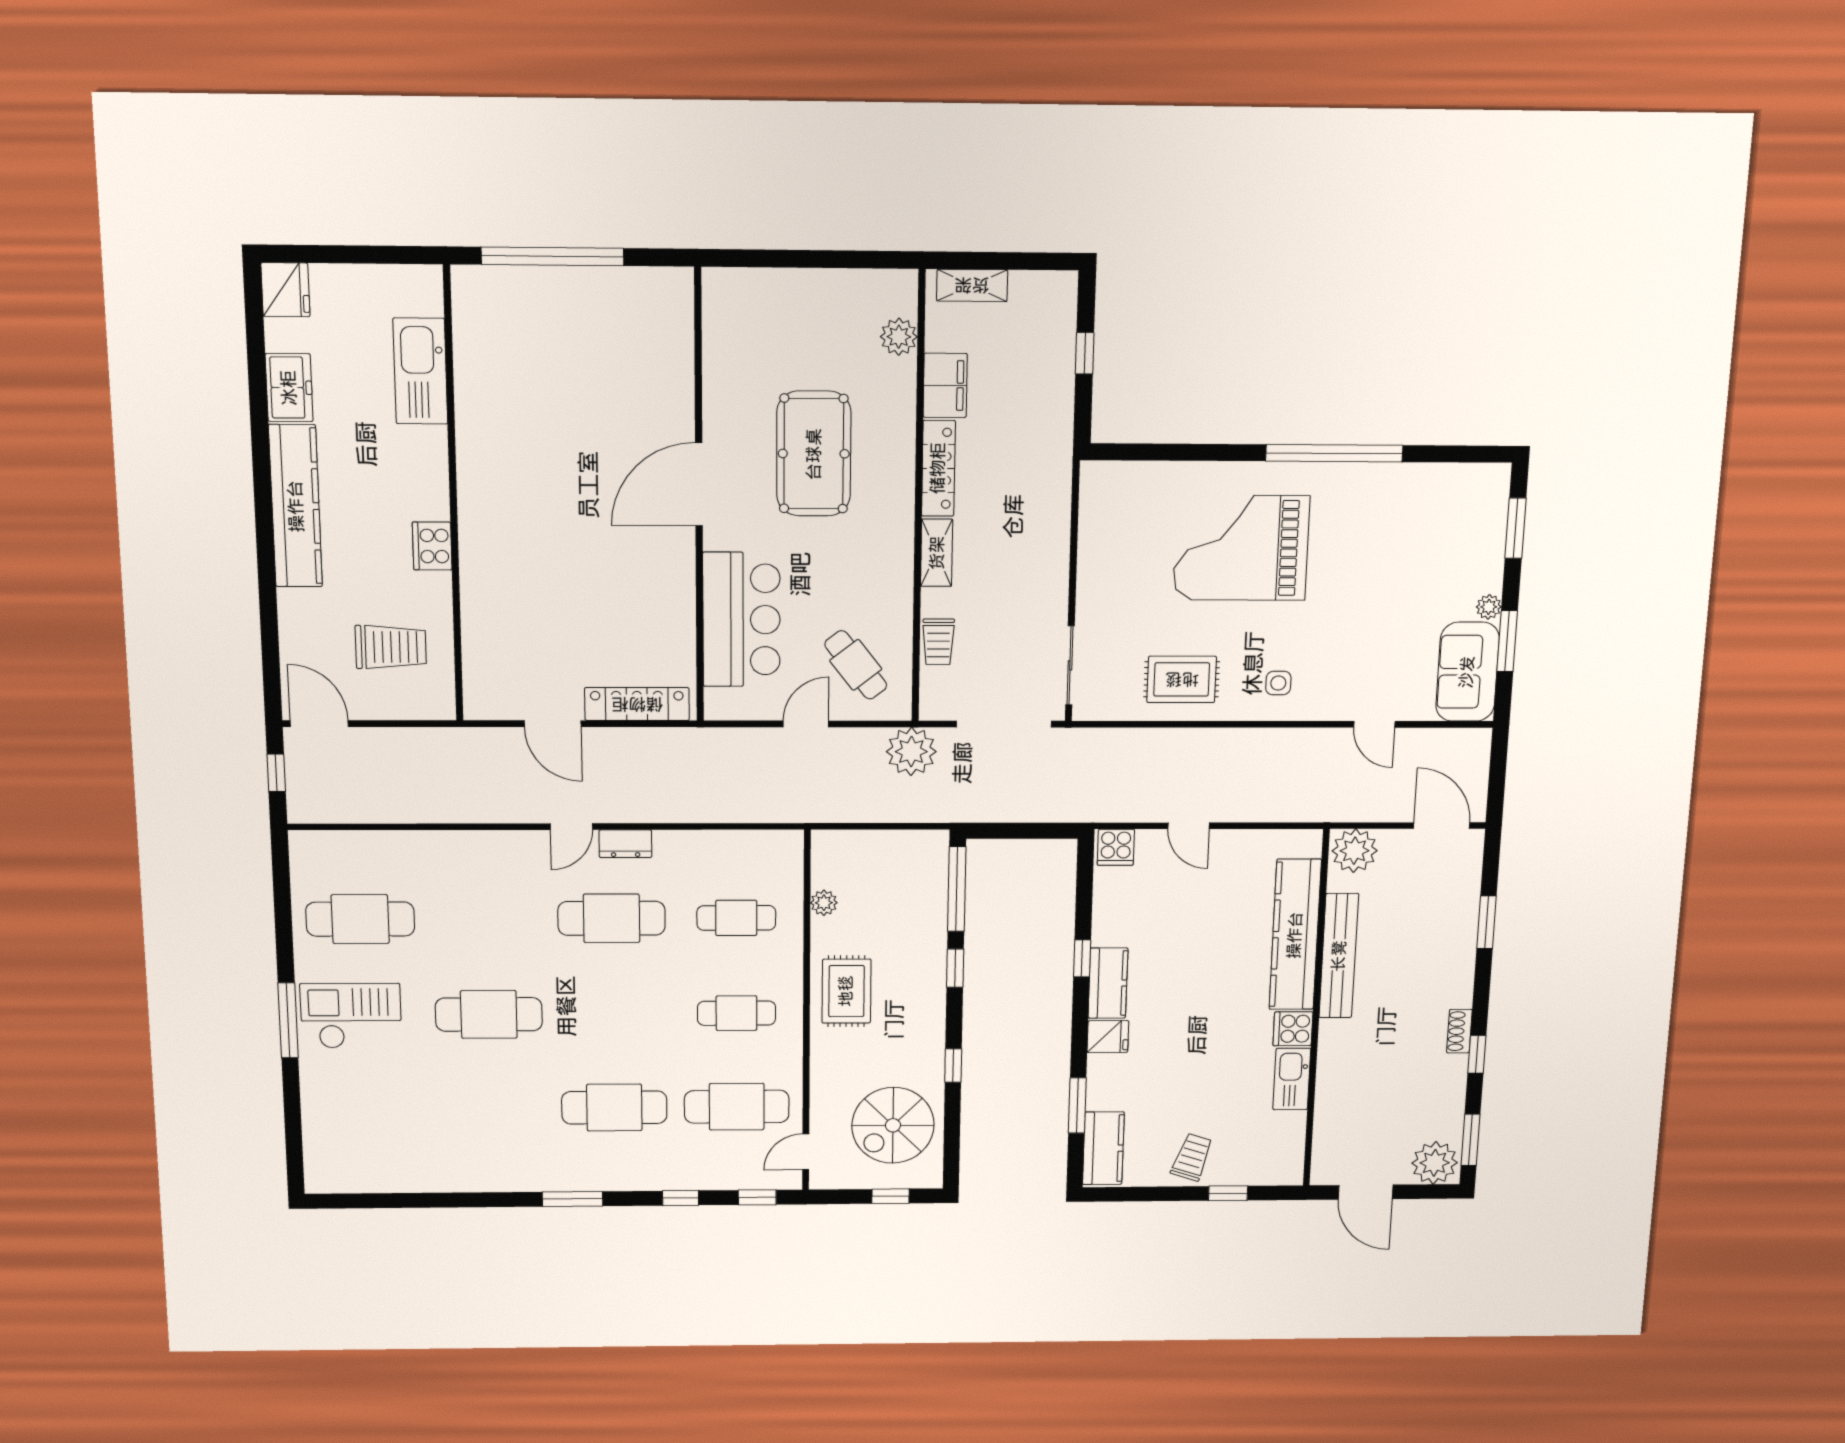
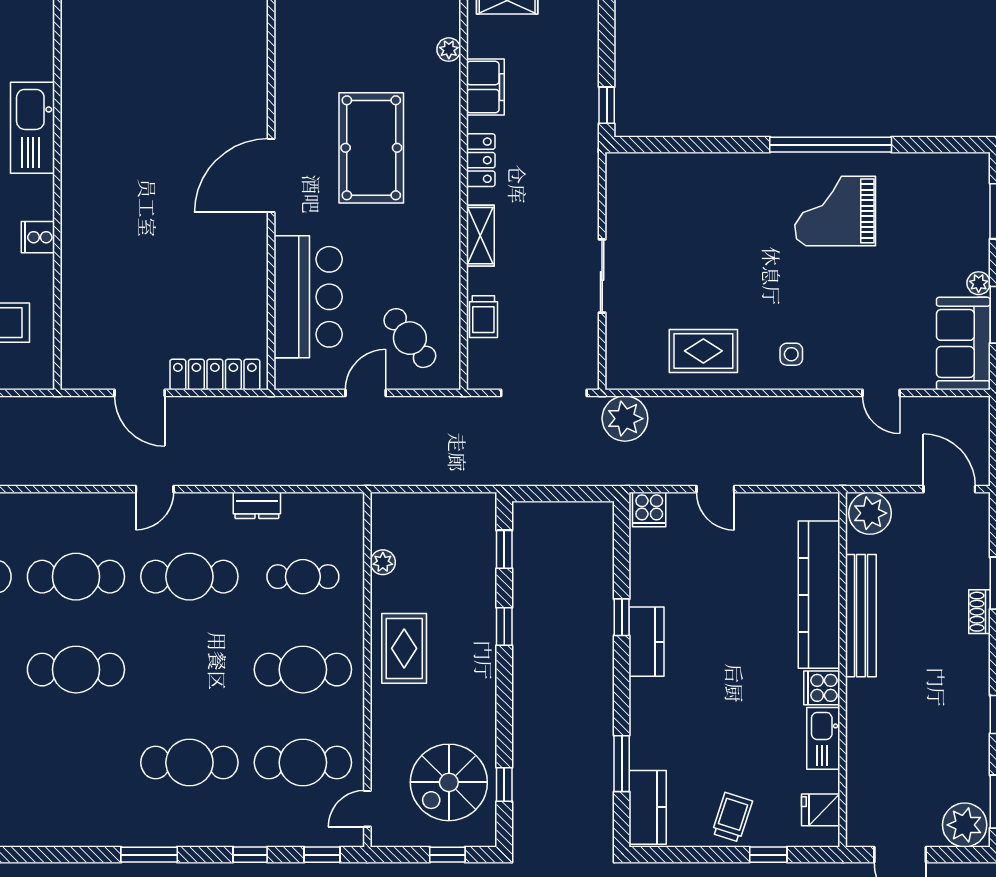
plant: (899, 337) -> (449, 50), width x0.73, depth x0.73
window: (1085, 353) -> (607, 105), moved
kitchen sink: (420, 371) -> (33, 128), moved
locker: (938, 468) -> (481, 160), width x0.66
cooker: (432, 546) -> (38, 237), width x0.73
grand piano: (1241, 548) -> (835, 211), moved, width x0.73, depth x0.68
sliding door: (1070, 665) -> (602, 276), moved
plant: (911, 752) -> (625, 419), moved
dresser: (625, 844) -> (257, 505), moved
window: (957, 889) -> (504, 549), width x0.46
cafe table: (486, 919) -> (76, 577), added
cafe table: (736, 1013) -> (303, 670), width x1.37, depth x1.35
shoe rack: (1459, 1031) -> (979, 612), moved
fridge: (1108, 1037) -> (821, 810), moved, turned 180
window: (953, 1066) -> (504, 784), moved

